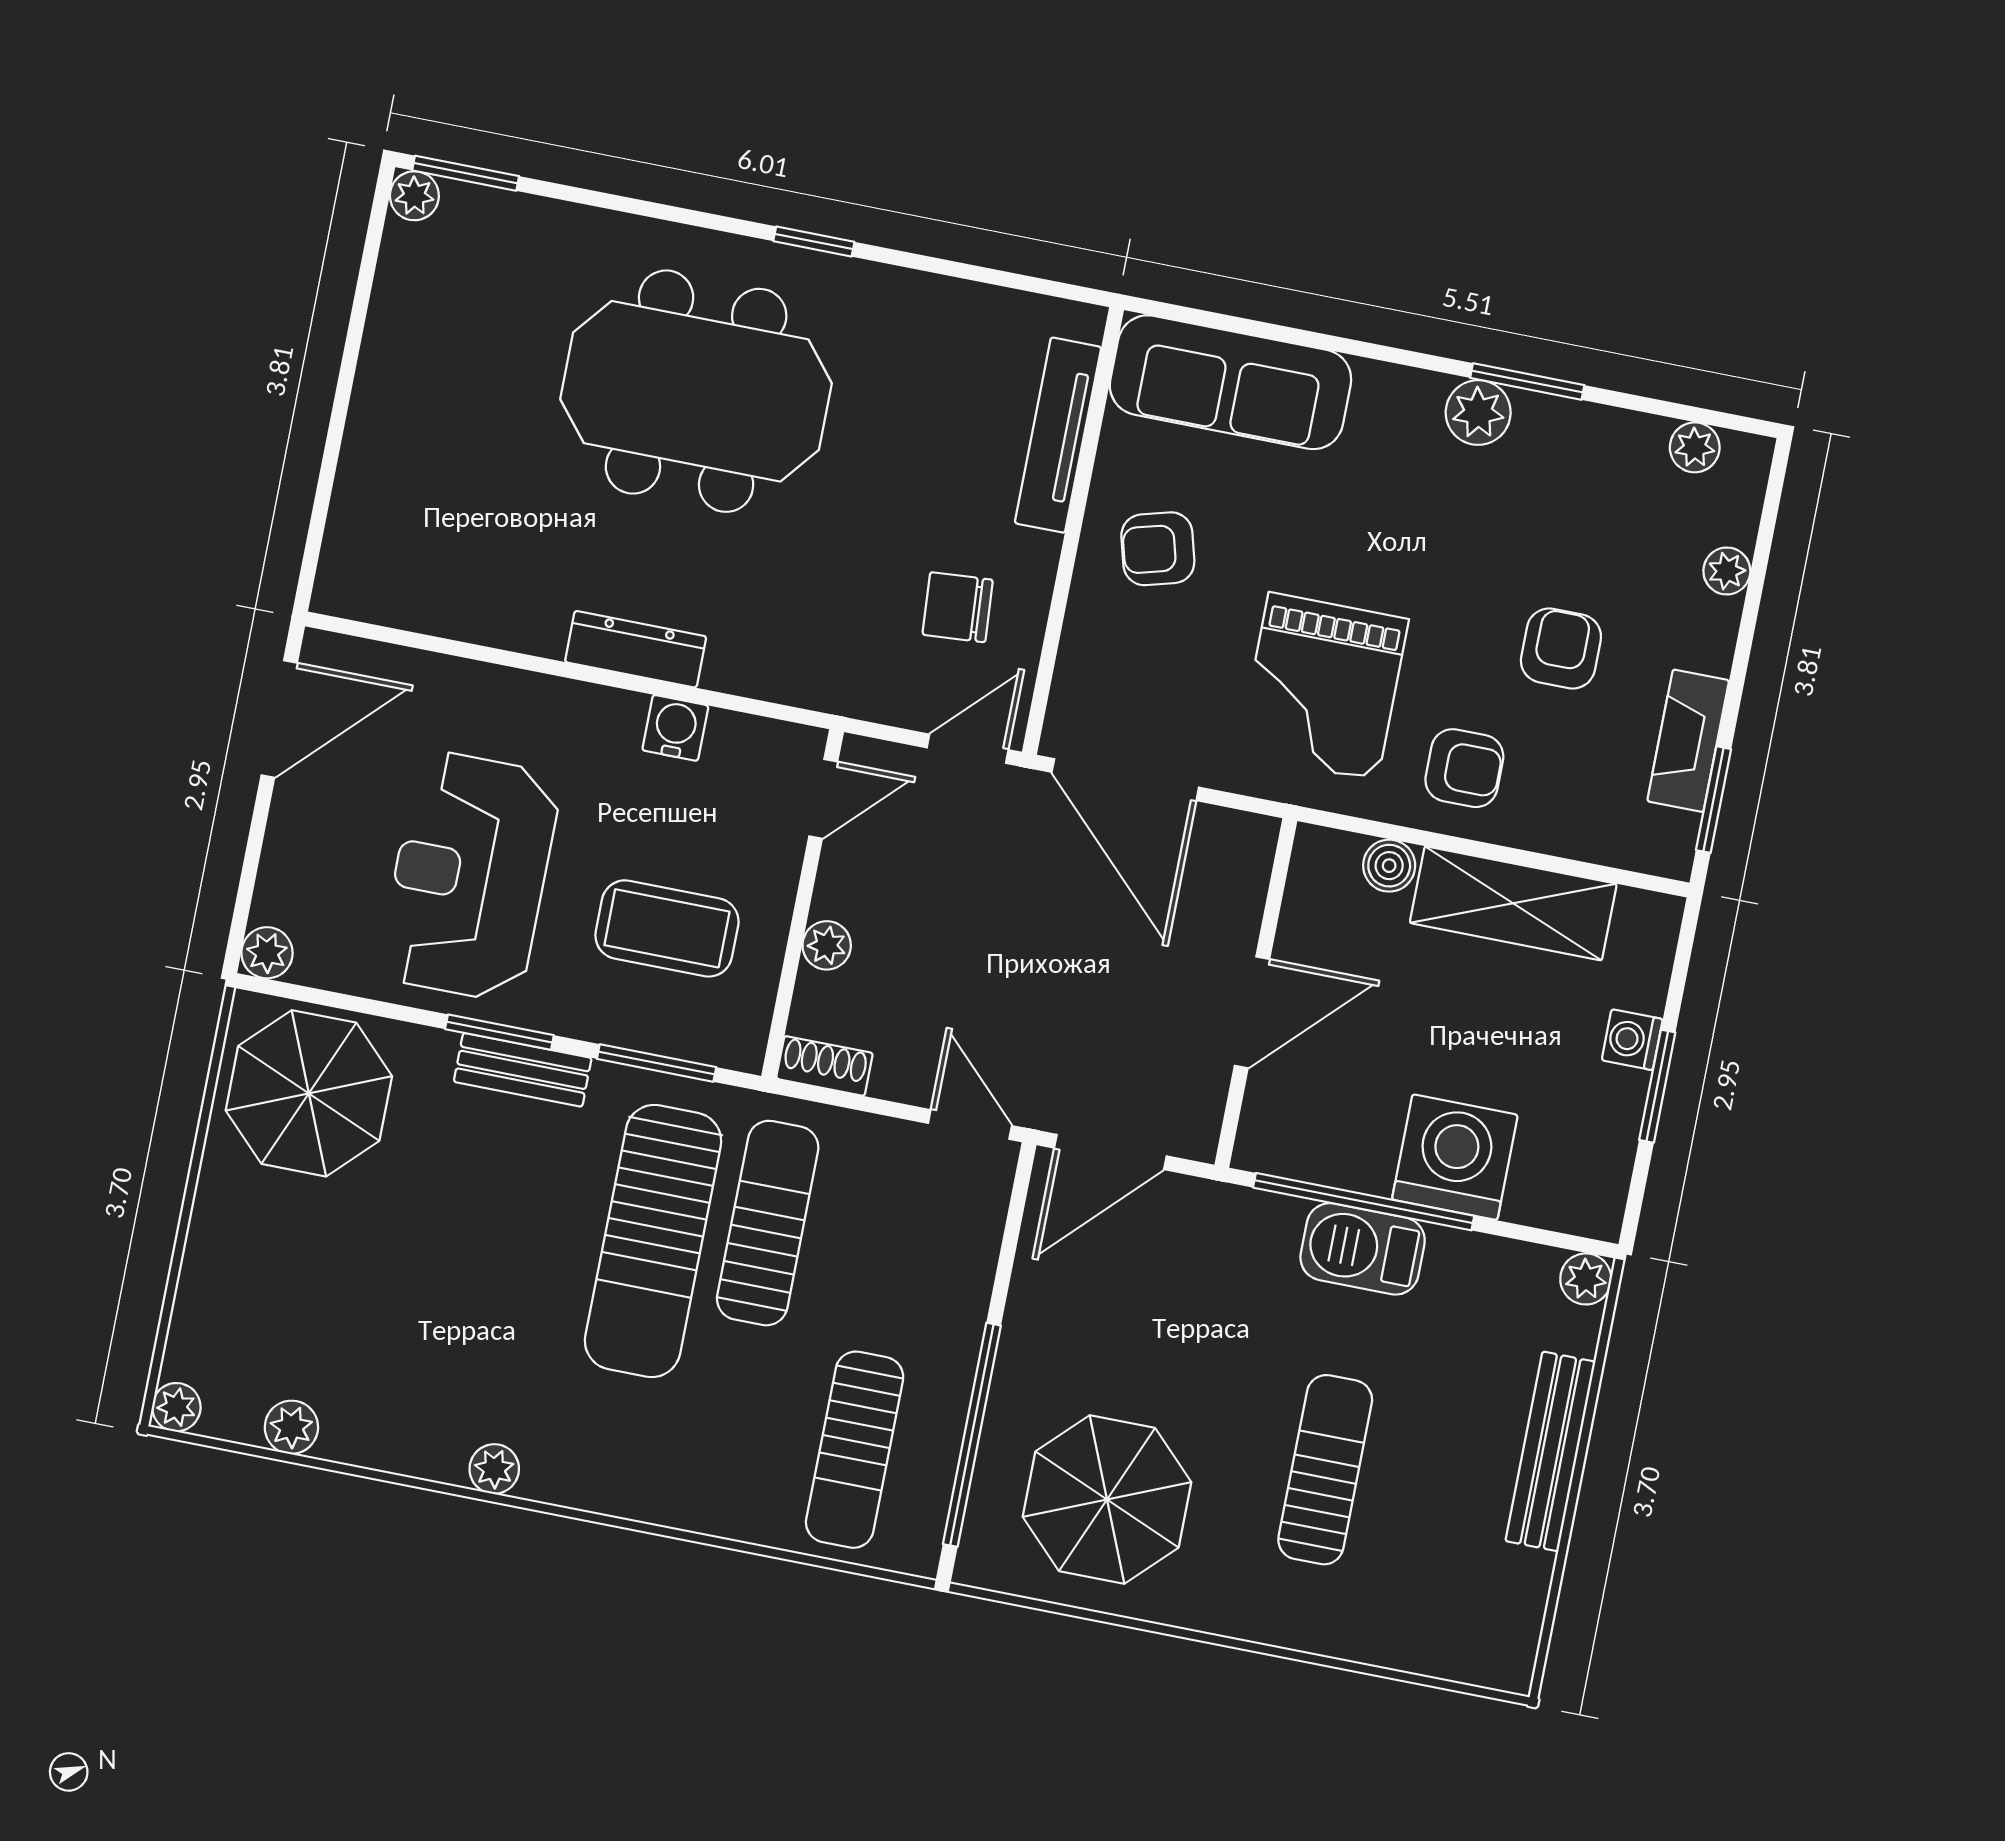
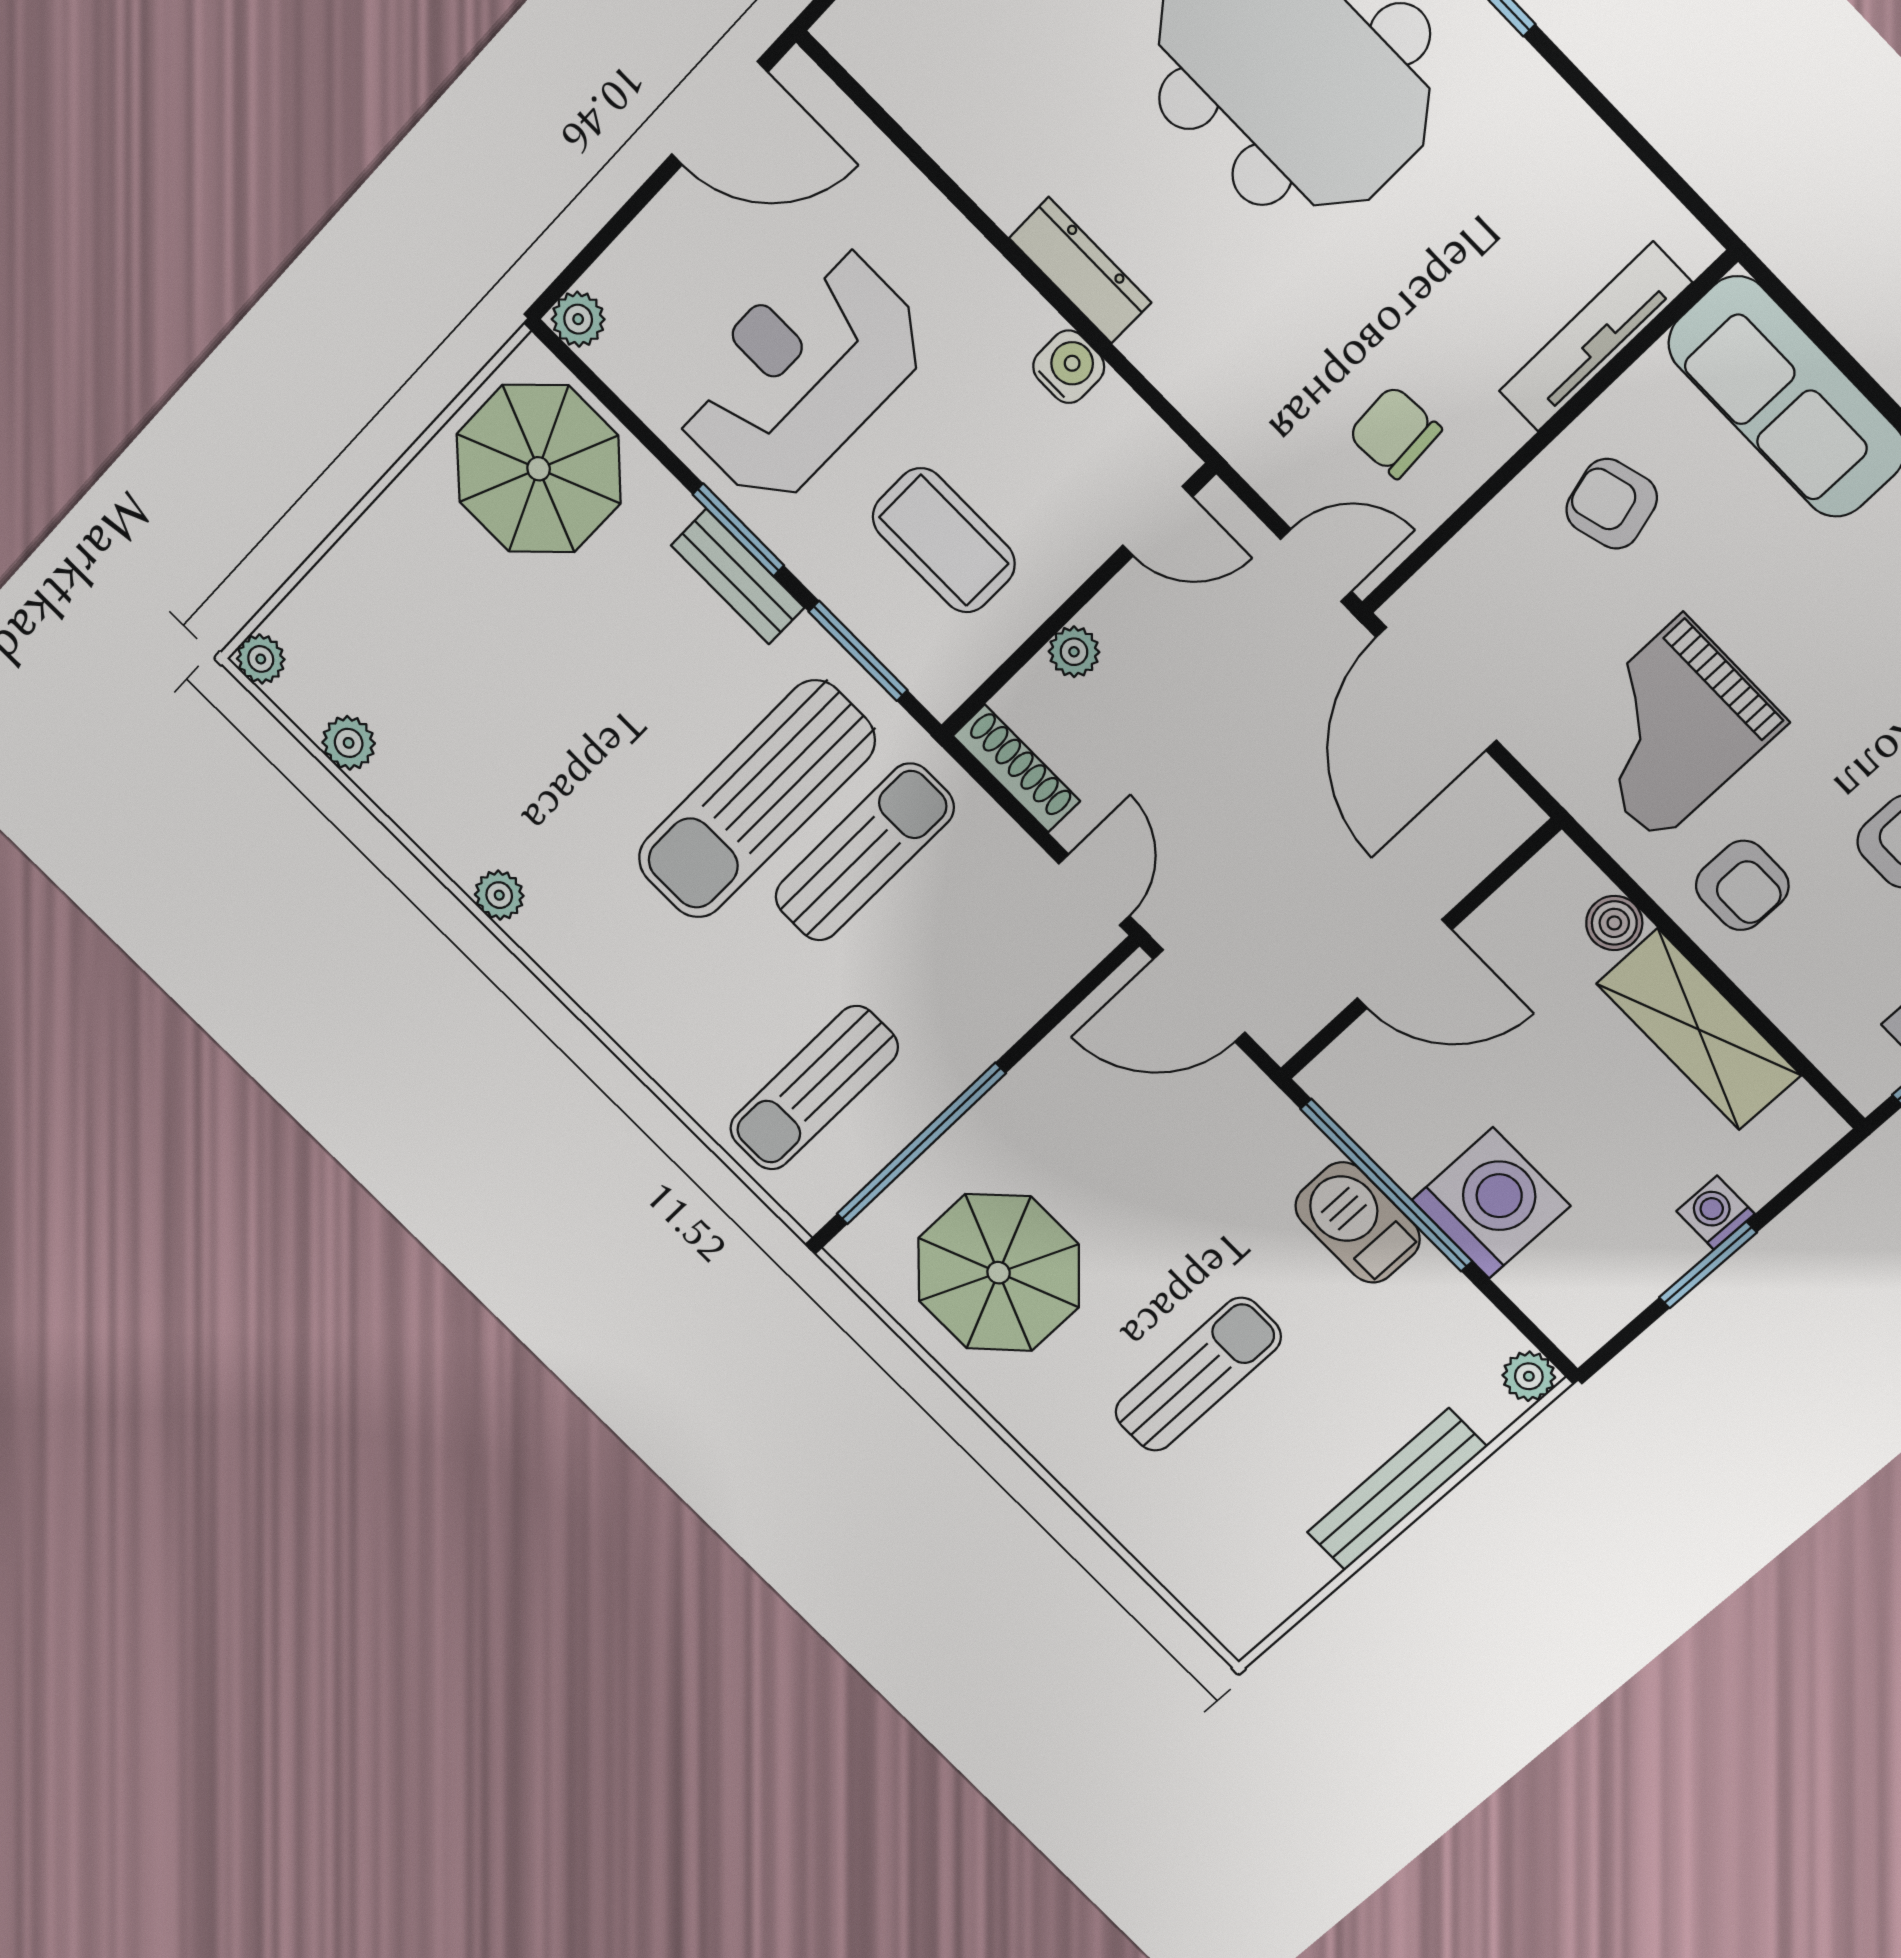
shoe rack: (824, 1066) -> (1017, 768), width x1.43

